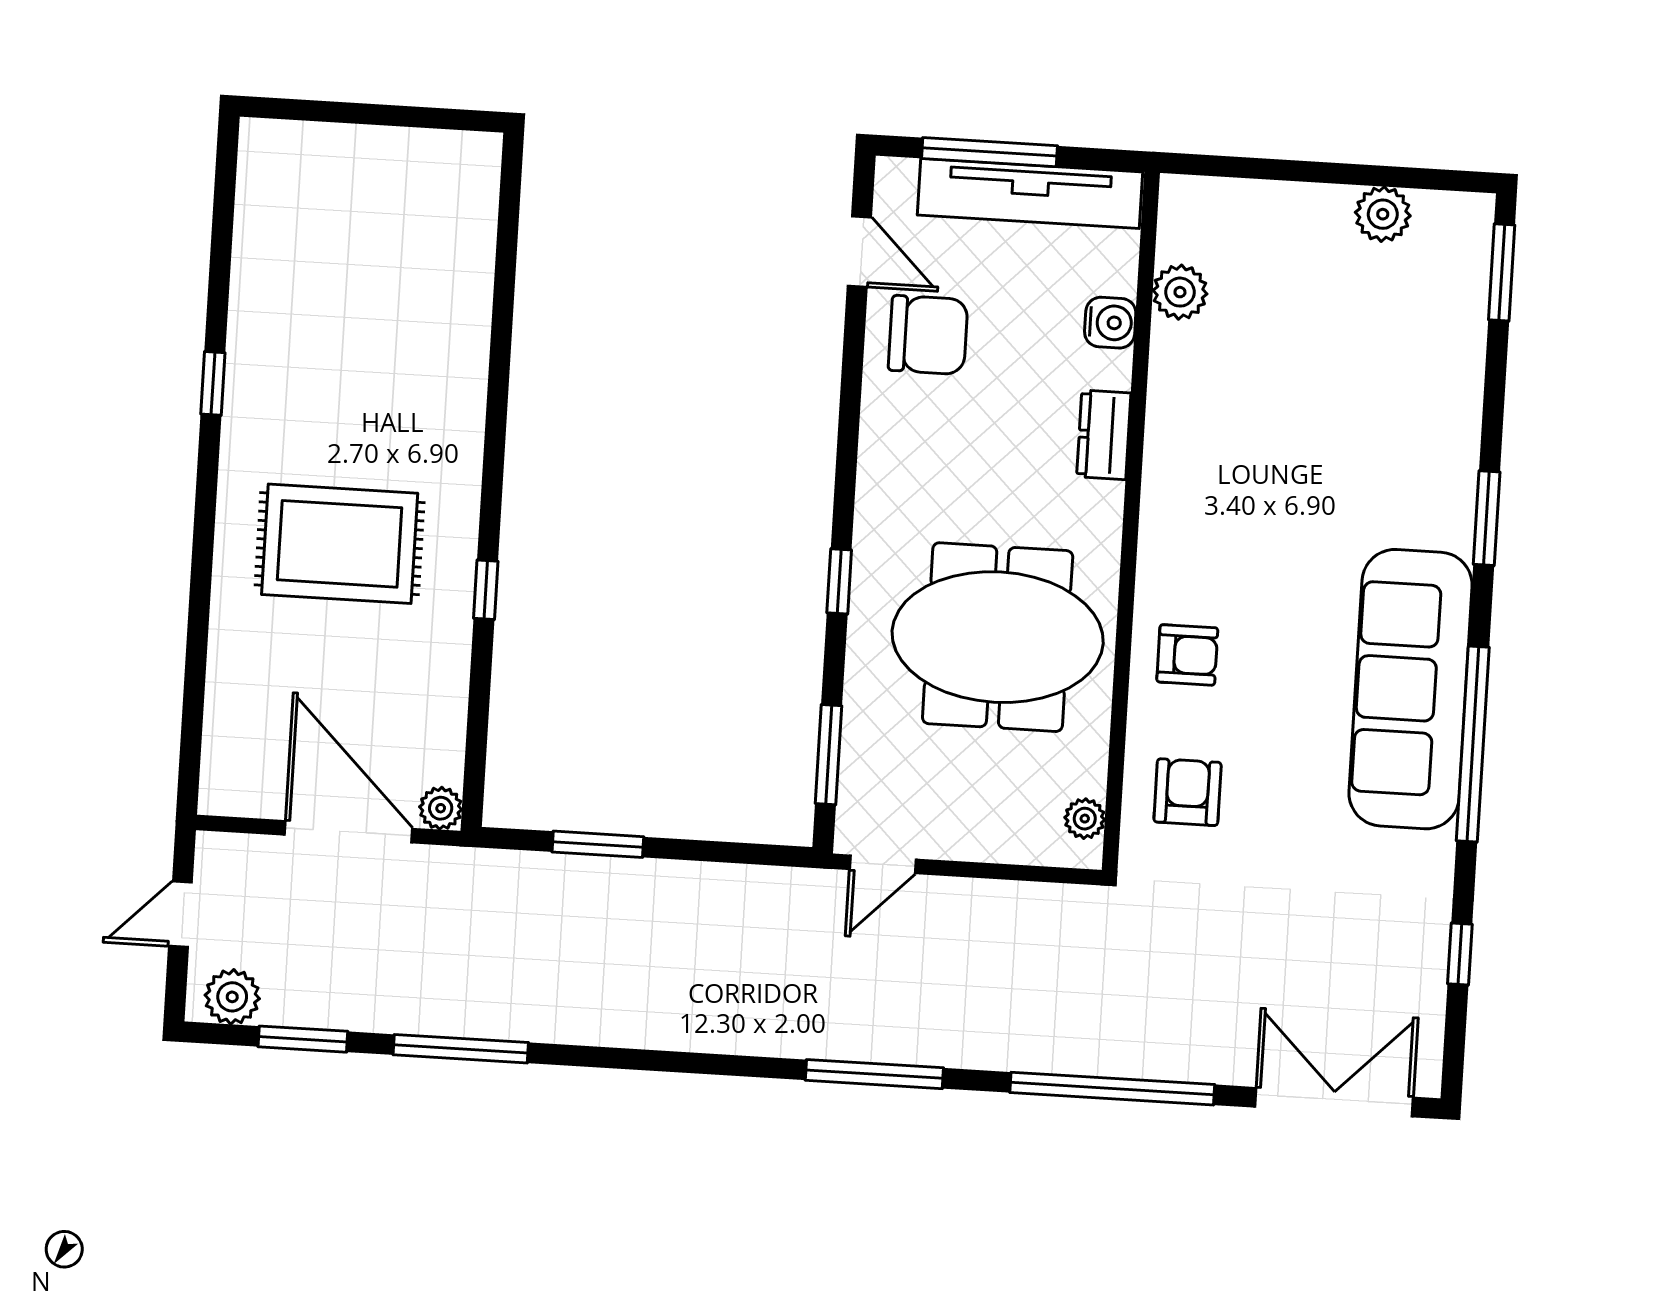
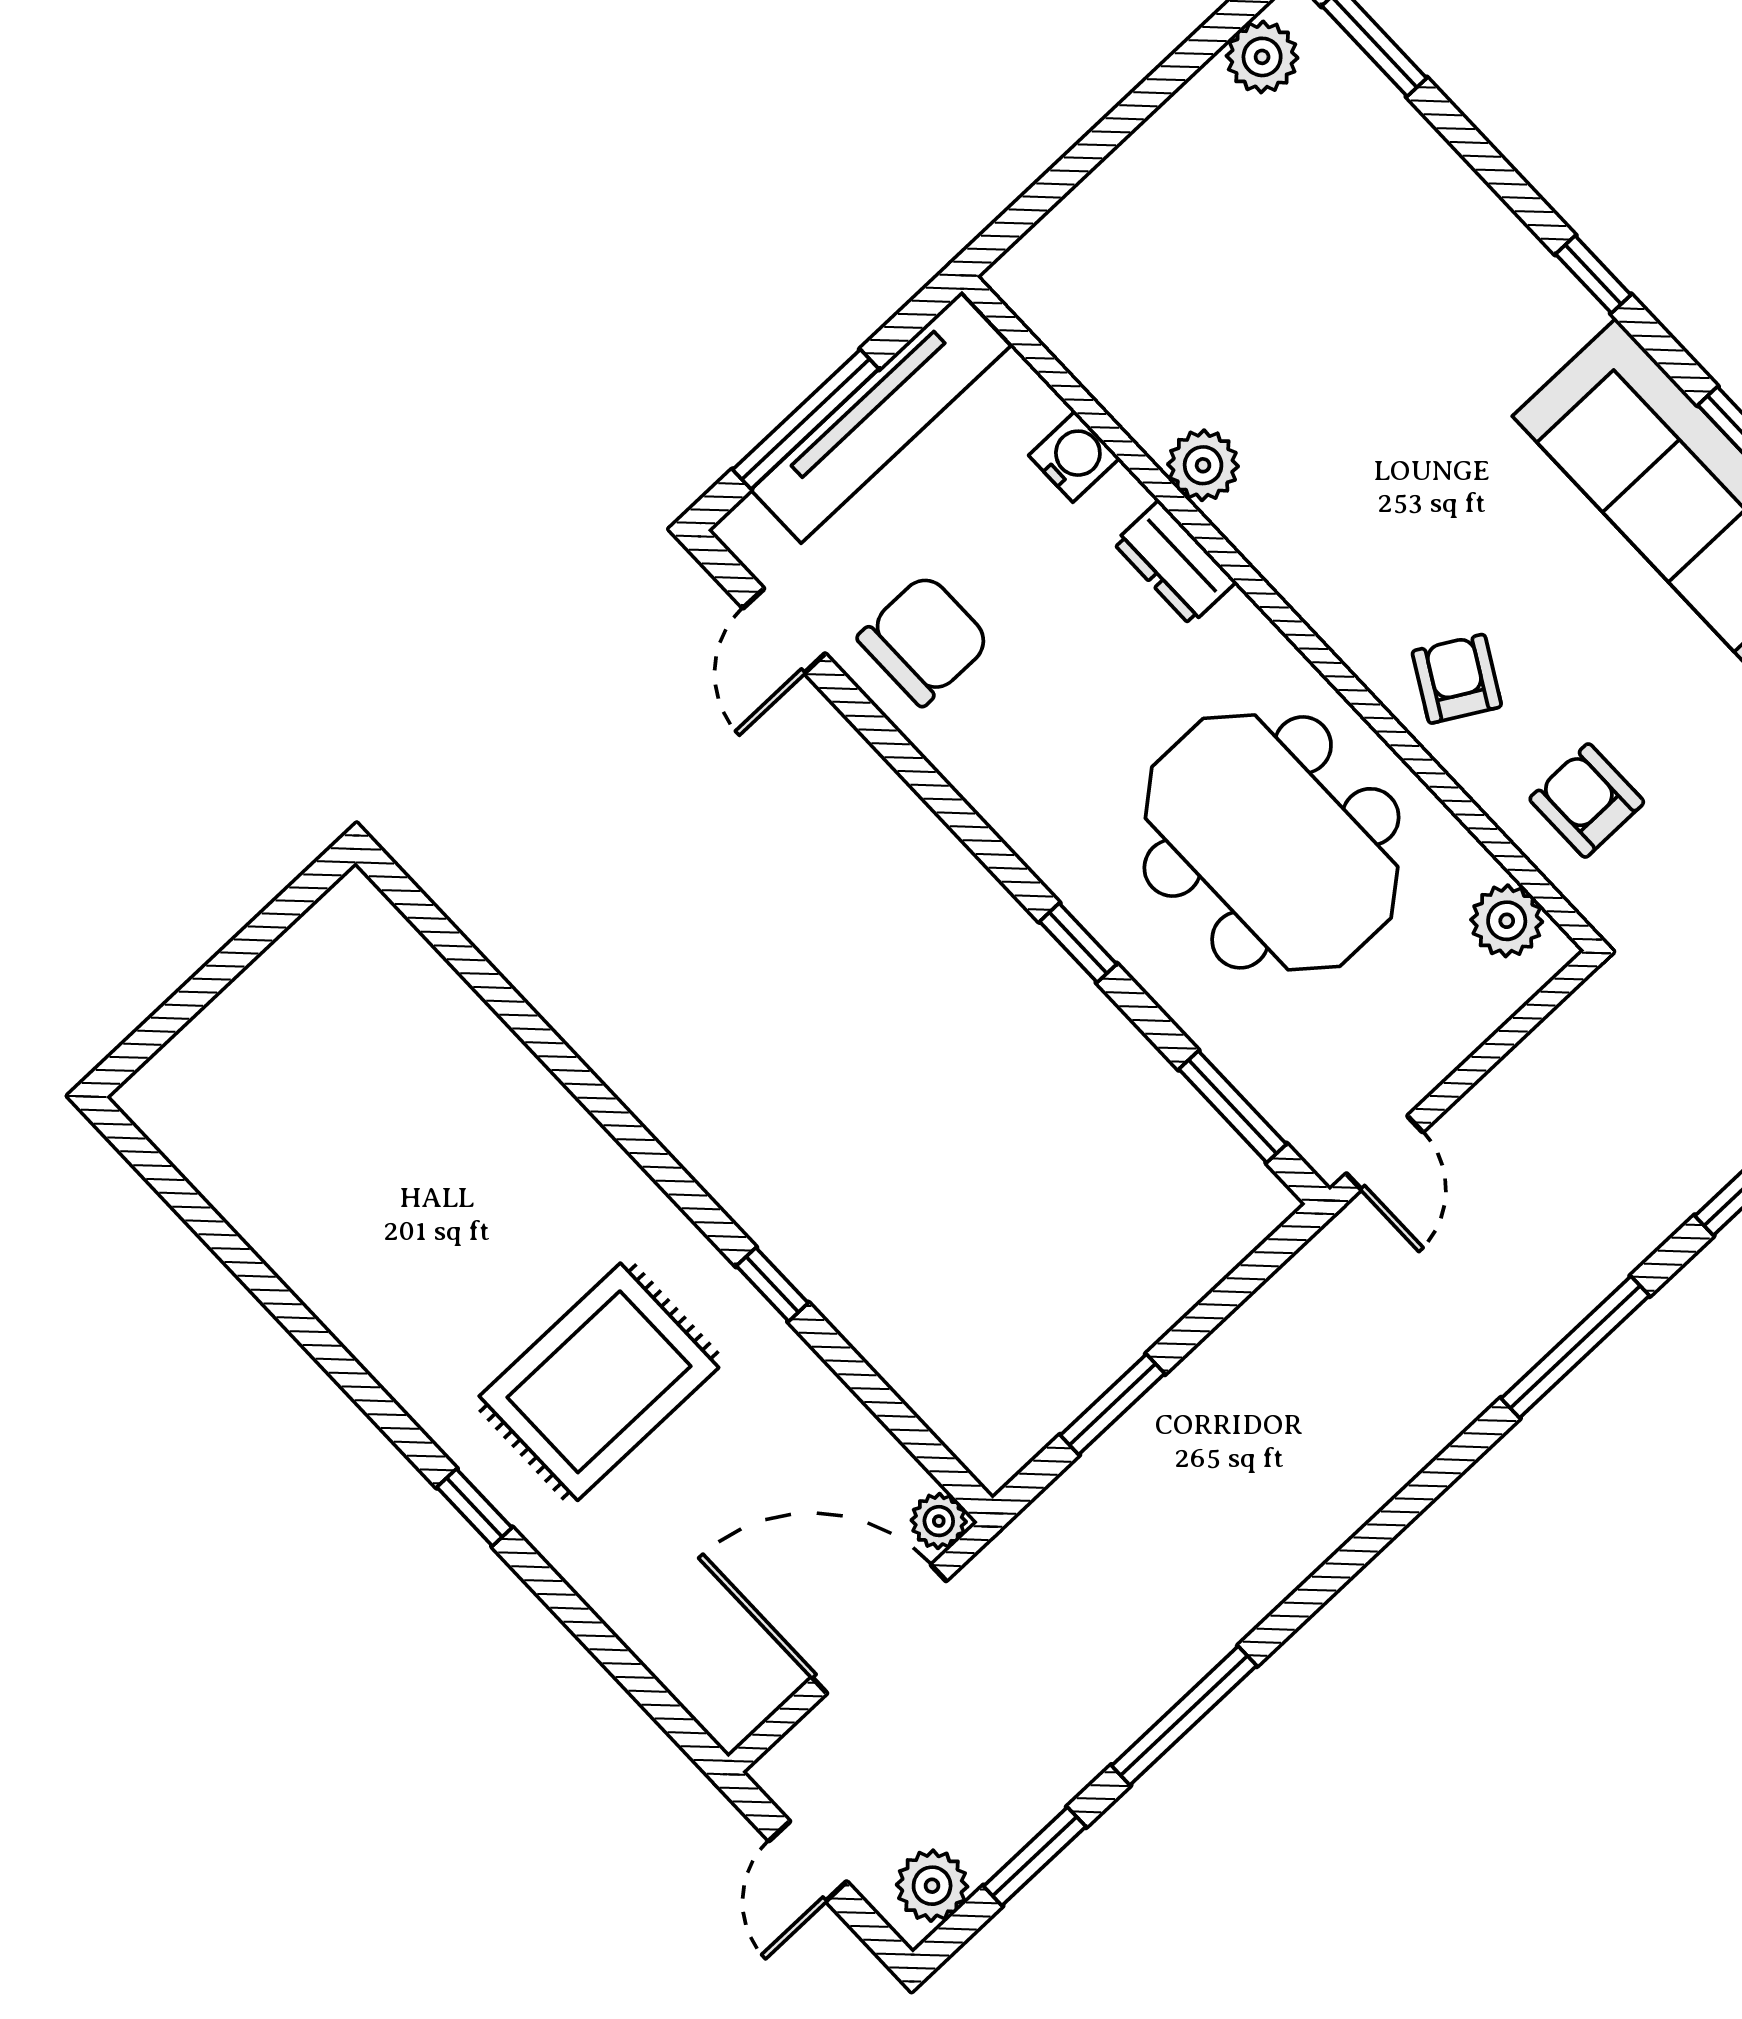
plant: (1383, 214) -> (1262, 57), moved
door: (859, 252) -> (784, 631), swing flipped
plant: (1180, 292) -> (1203, 465), moved
window: (213, 383) -> (474, 1507), moved
window: (1487, 518) -> (1593, 274), width x0.67
meeting table: (998, 637) -> (1272, 842), turned 90
armchair: (1187, 655) -> (1457, 679), turned -60
plant: (1085, 819) -> (1507, 921), width x1.38, depth x1.38

